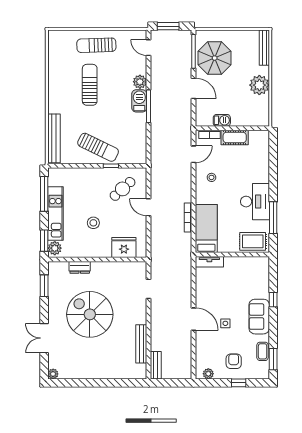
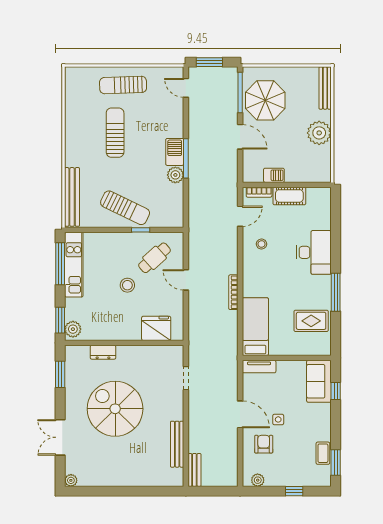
plant: (140, 82) -> (175, 175), moved
desk: (255, 202) -> (314, 252), moved
kitchen unit: (55, 213) -> (74, 265), moved
stool: (93, 223) -> (127, 285), moved
bed: (206, 229) -> (255, 327), moved
wall: (232, 255) -> (287, 358), moved
tv unit: (209, 262) -> (259, 367), moved
sofa: (259, 317) -> (319, 381), moved
armchair: (234, 361) -> (264, 444), moved

